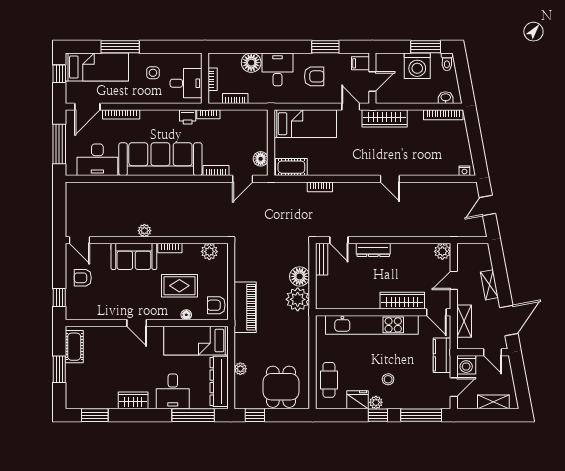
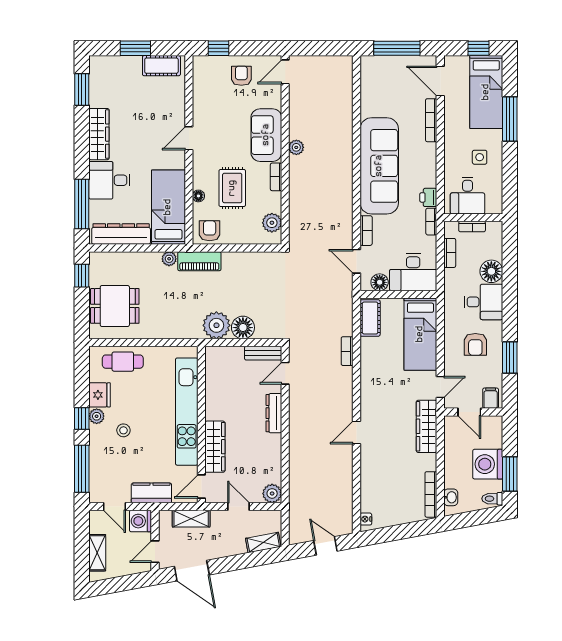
desk: (97, 160) -> (413, 272), moved, turned -90
shelving: (489, 285) -> (263, 543), moved
piano: (245, 307) -> (199, 261), width x0.73, depth x0.75
plant: (240, 369) -> (169, 259), moved
wardrobe: (133, 400) -> (99, 134), width x1.50

